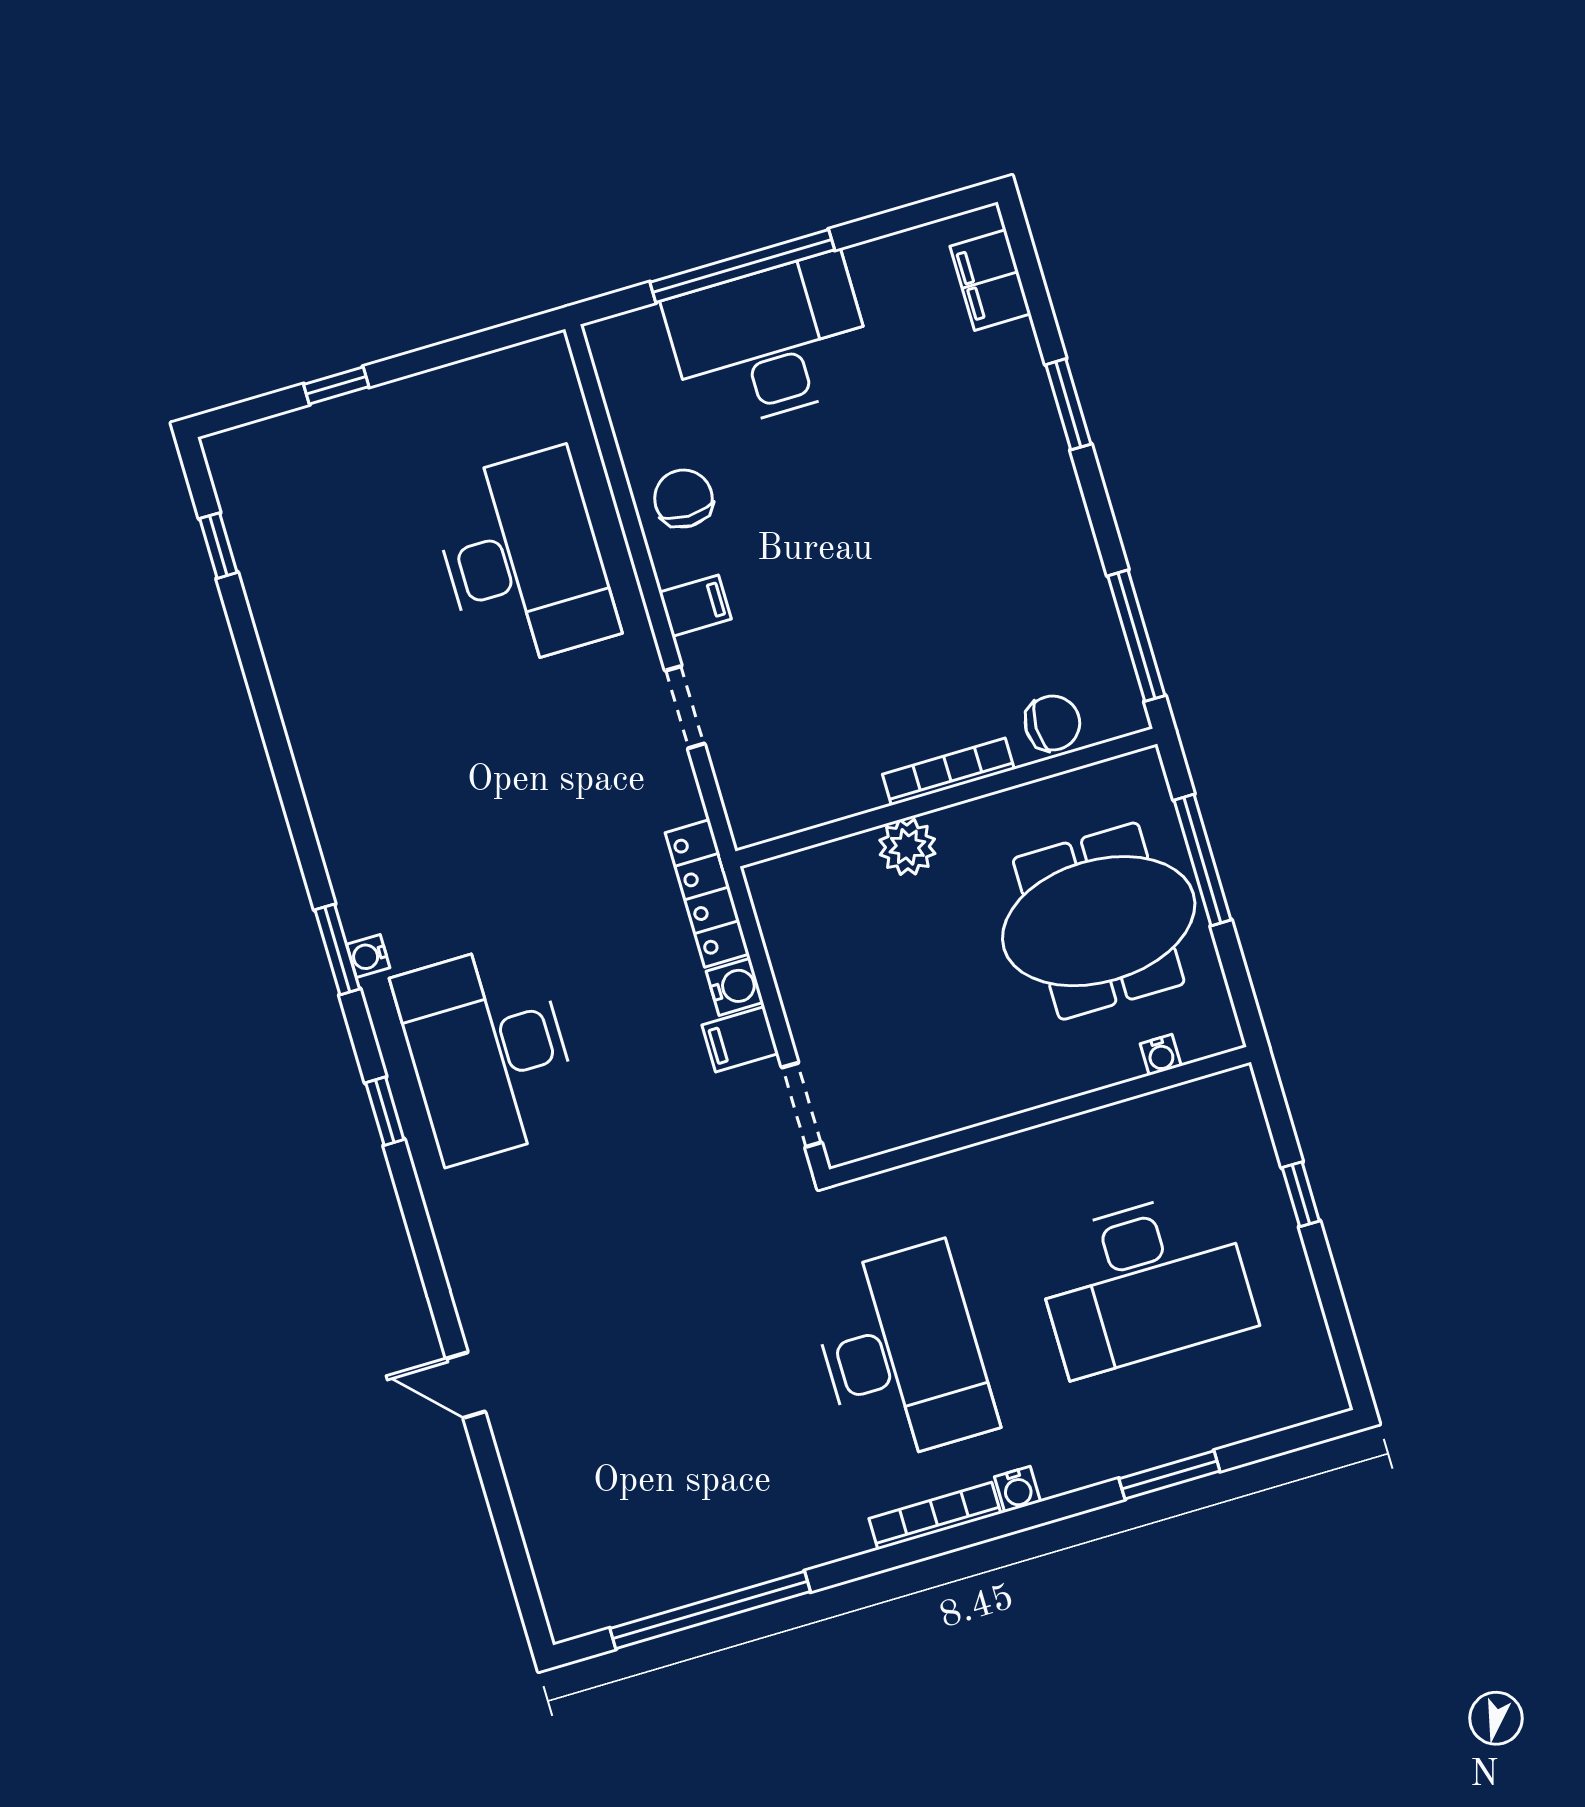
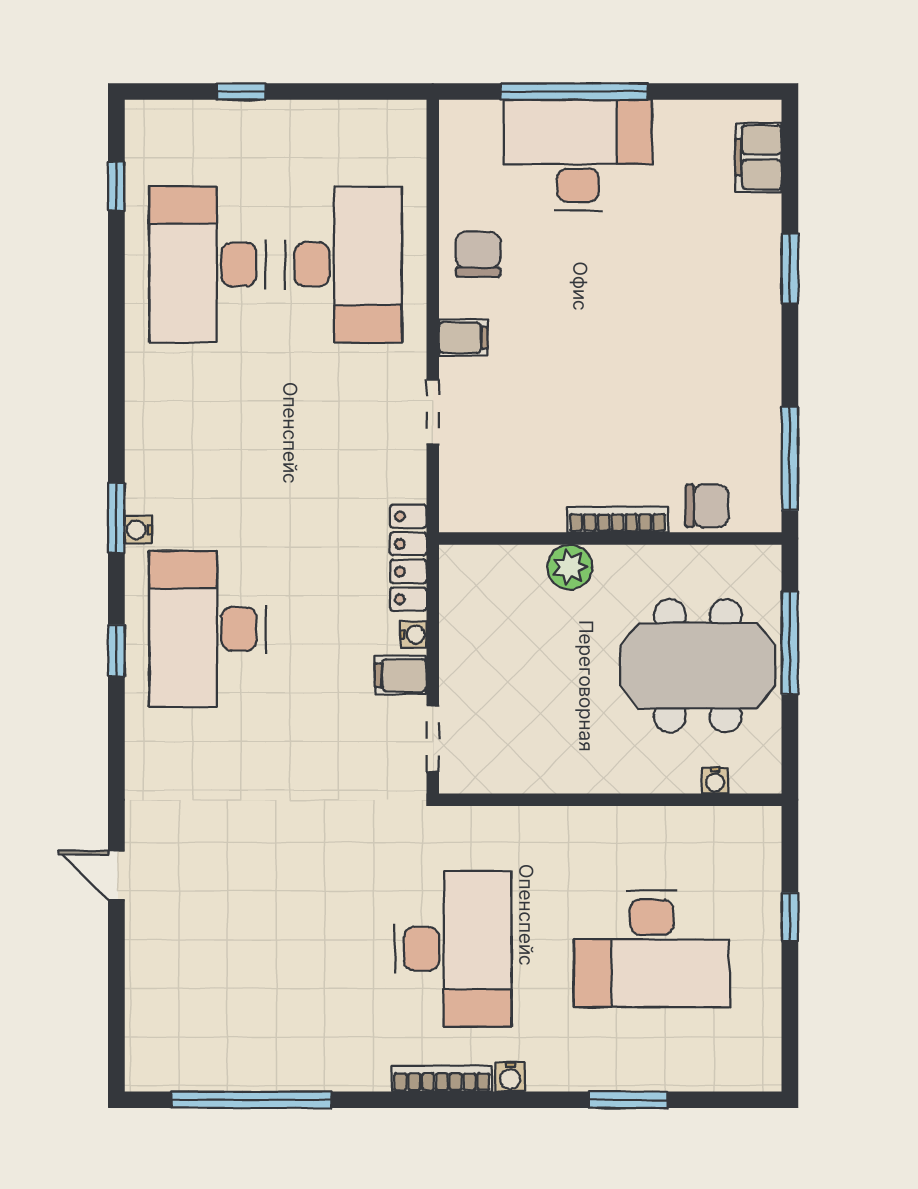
desk: (357, 608) -> (207, 264), added
water cooler: (735, 987) -> (413, 634), width x0.72, depth x0.72

